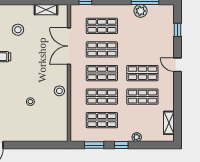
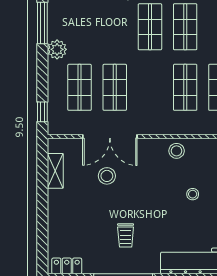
plant: (141, 11) -> (57, 49), moved
stool: (18, 30) -> (107, 176), moved
shop shelf: (102, 73) -> (150, 87), removed

